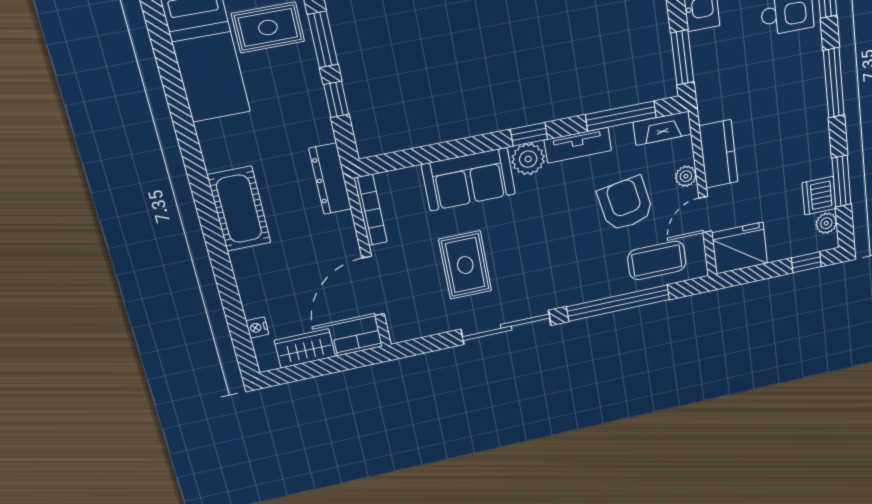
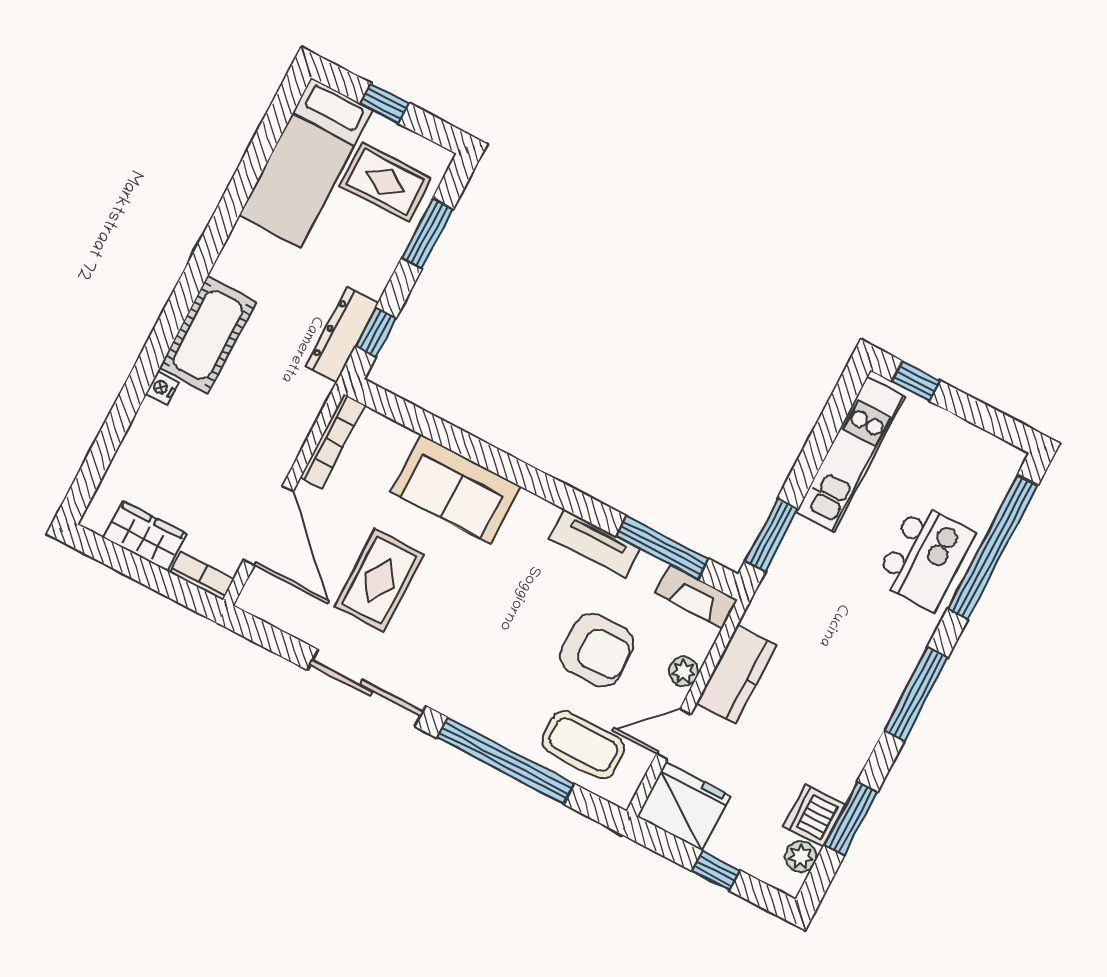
window: (336, 99) -> (376, 332), moved
window: (529, 134) -> (553, 491), removed
plant: (528, 159) -> (532, 517), removed
dresser: (330, 179) -> (342, 335), moved
armchair: (626, 204) -> (597, 650), turned 100
window: (806, 262) -> (716, 871), moved
door: (373, 286) -> (269, 525), swing flipped
nightstand: (257, 327) -> (162, 388), moved

